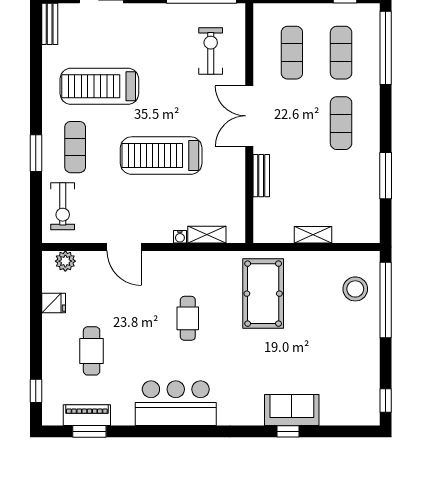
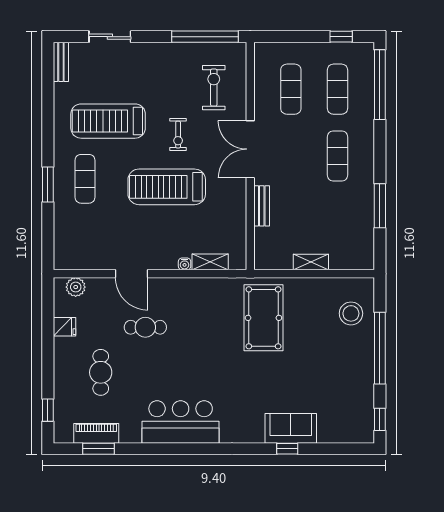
exercise bike: (63, 206) -> (178, 135), moved, width x0.73, depth x0.72
window: (386, 300) -> (380, 348), moved
cafe table: (188, 318) -> (145, 327), moved, turned 90

